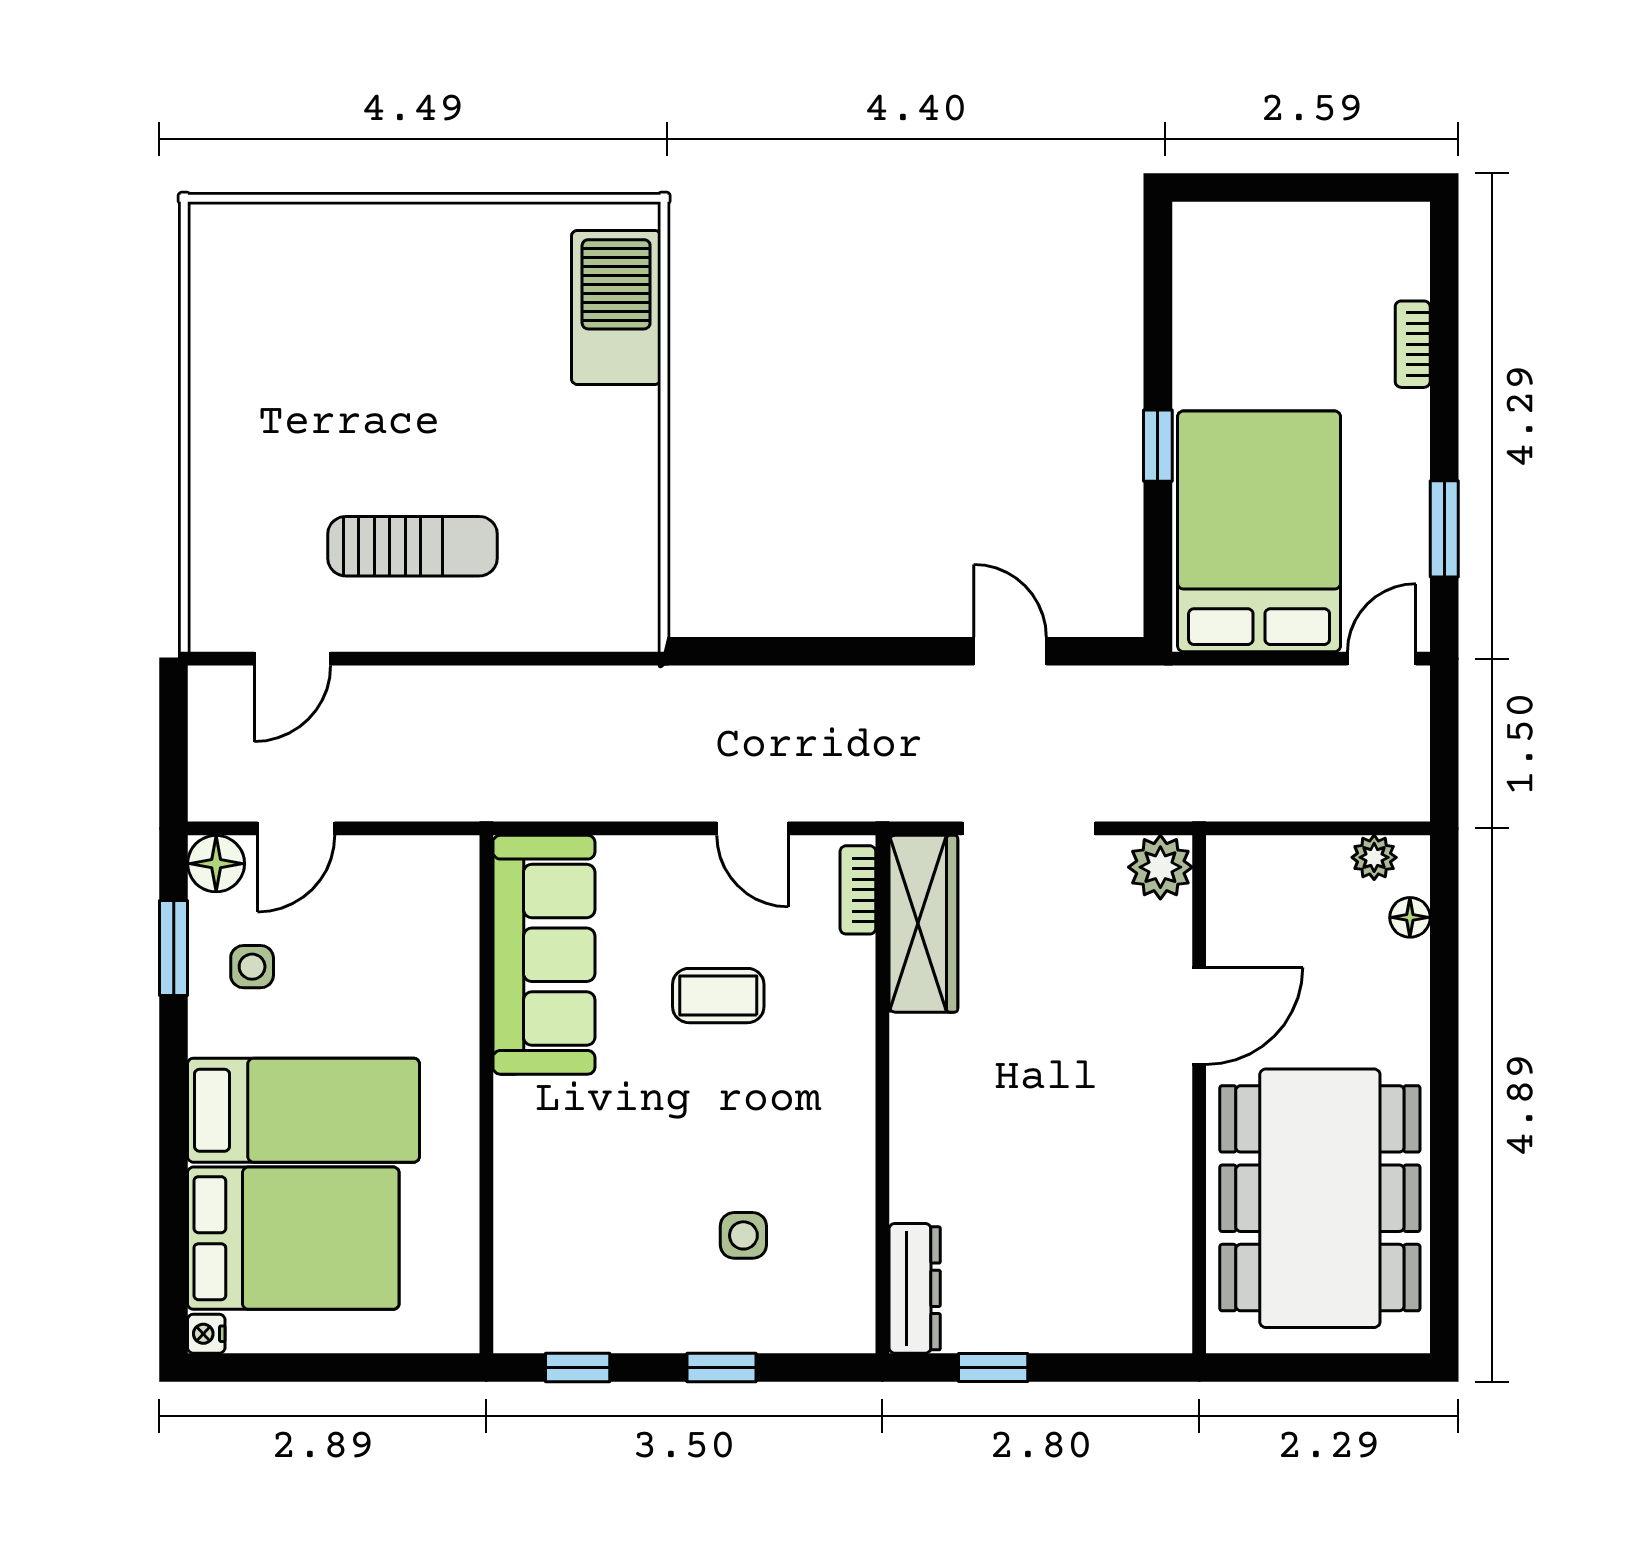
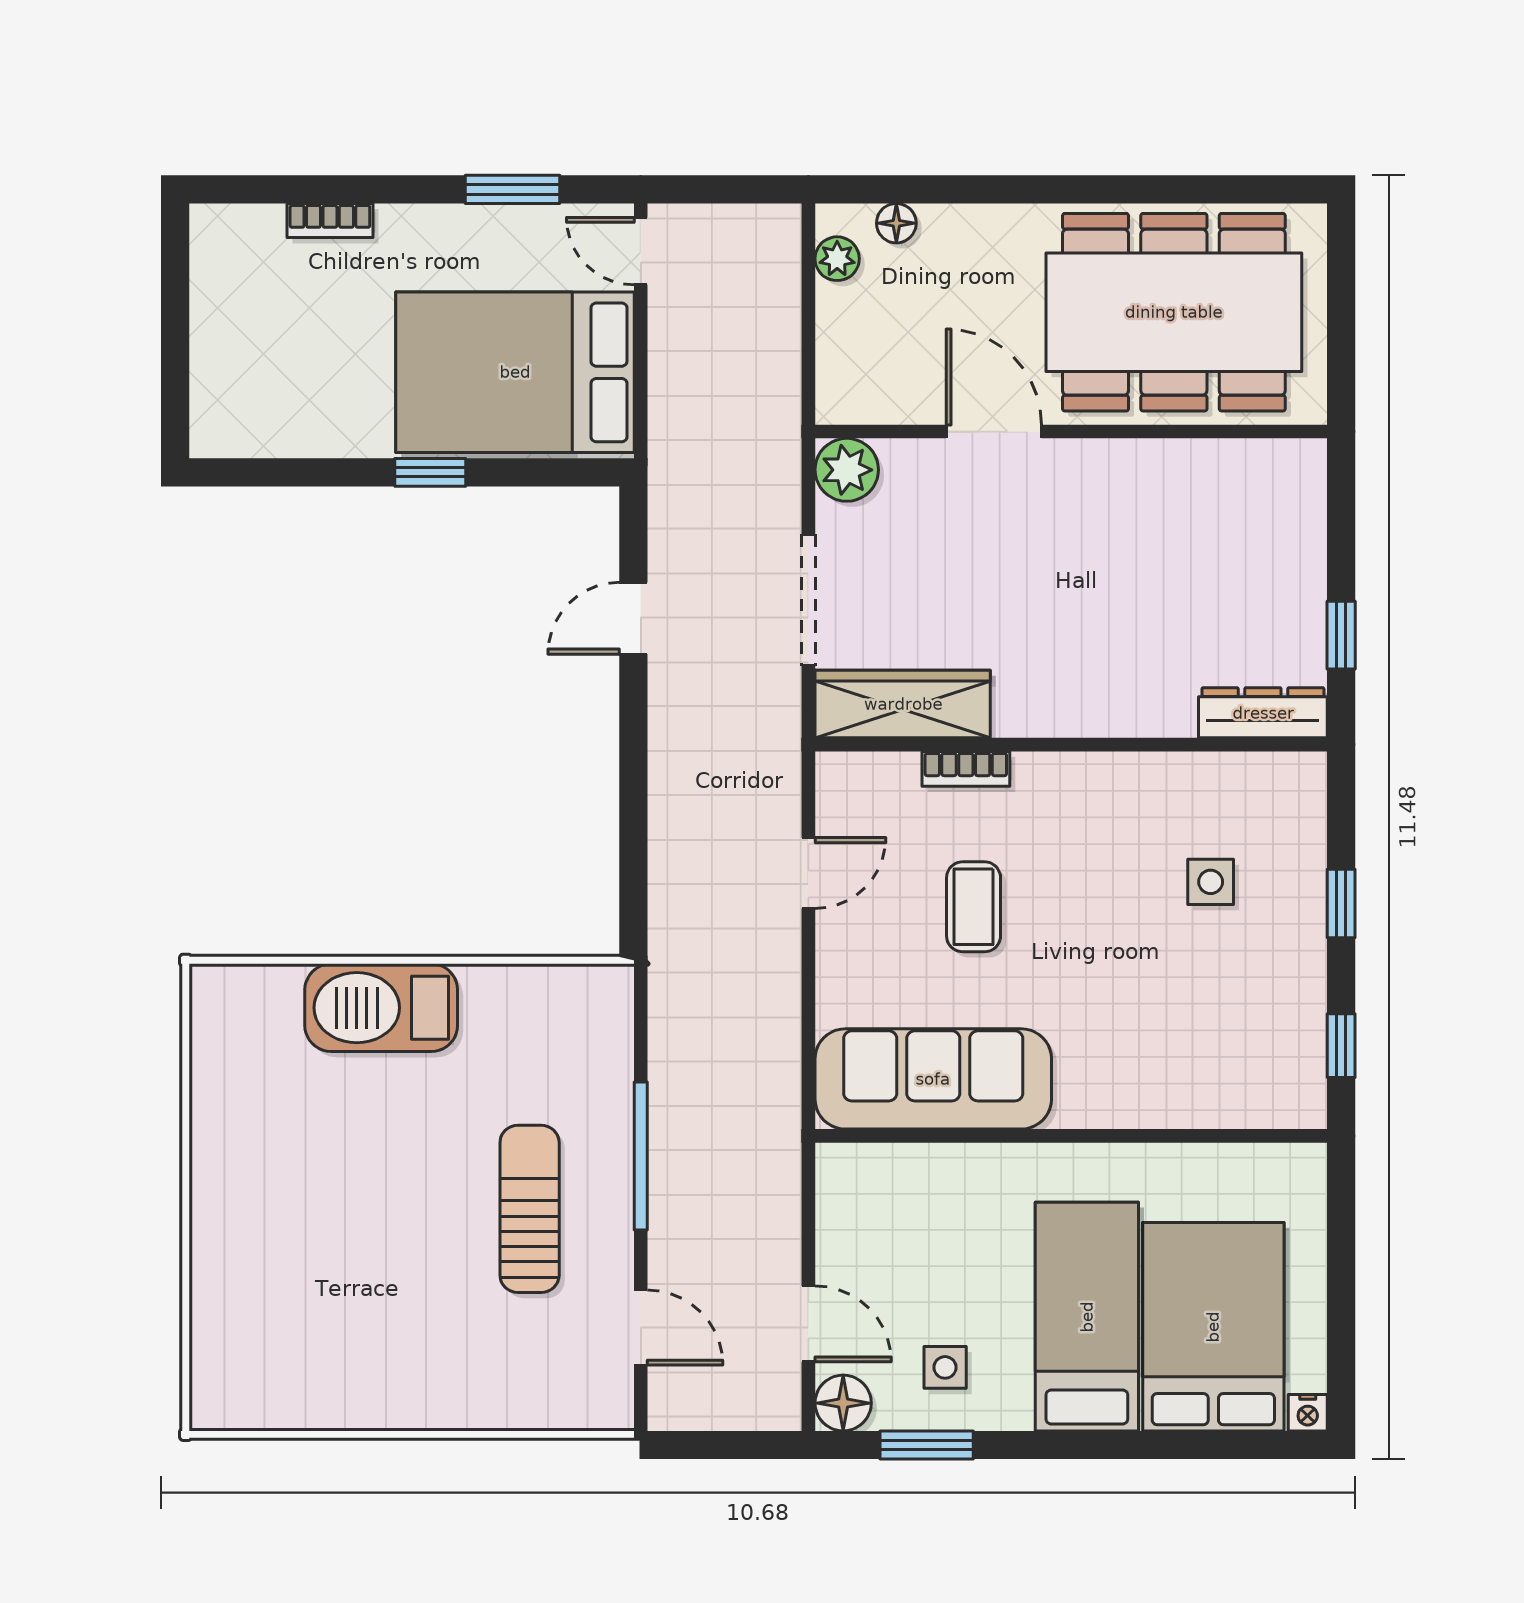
barbecue: (616, 307) -> (381, 1008), moved
window: (466, 659) -> (641, 1156), added
bookcase: (858, 890) -> (966, 769), moved

